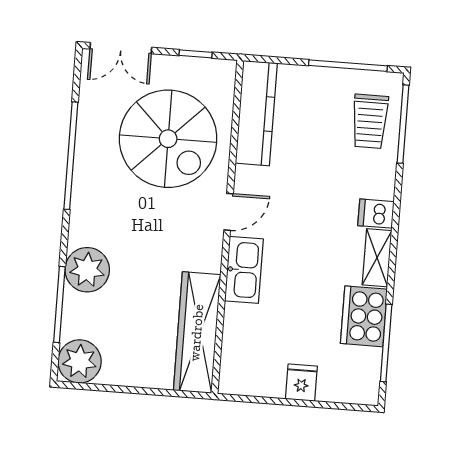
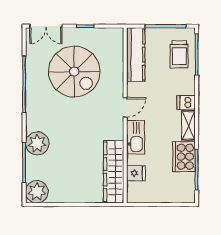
kitchen counter: (256, 113) -> (136, 55), moved
door: (229, 212) -> (125, 107), moved
wall: (227, 227) -> (125, 115), moved
kitchen sink: (244, 270) -> (136, 137), moved
wardrobe: (197, 333) -> (114, 172), moved
fridge: (301, 383) -> (136, 173), moved, turned 90

